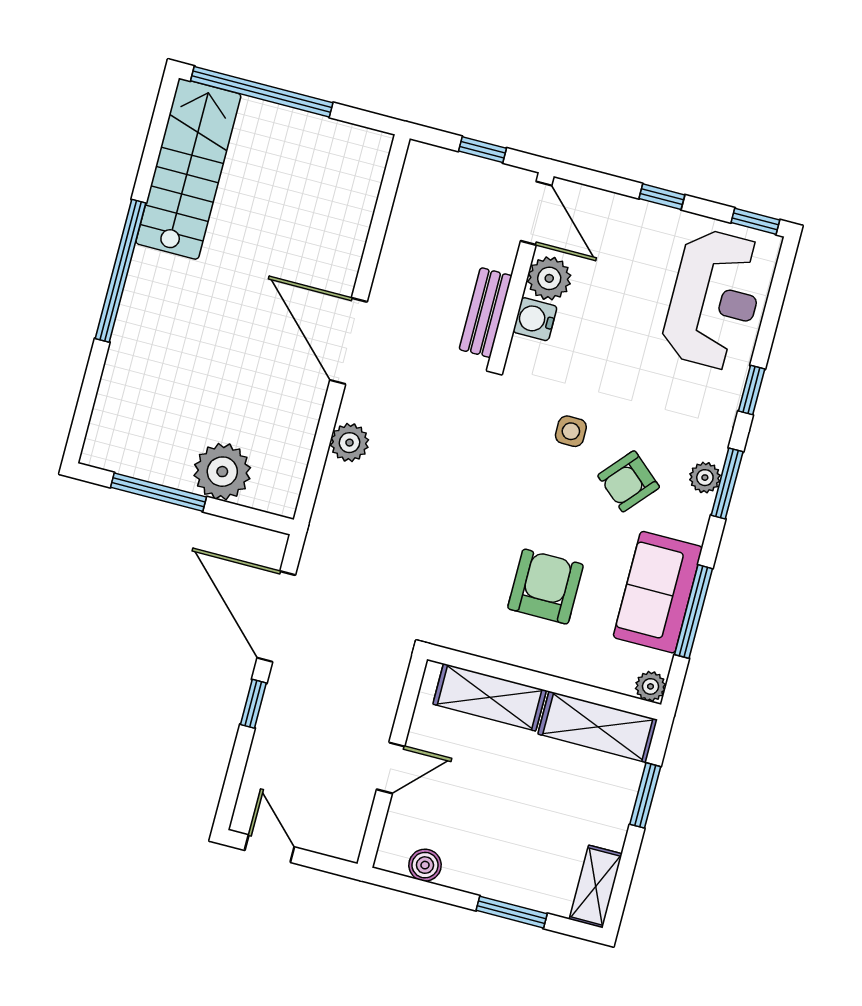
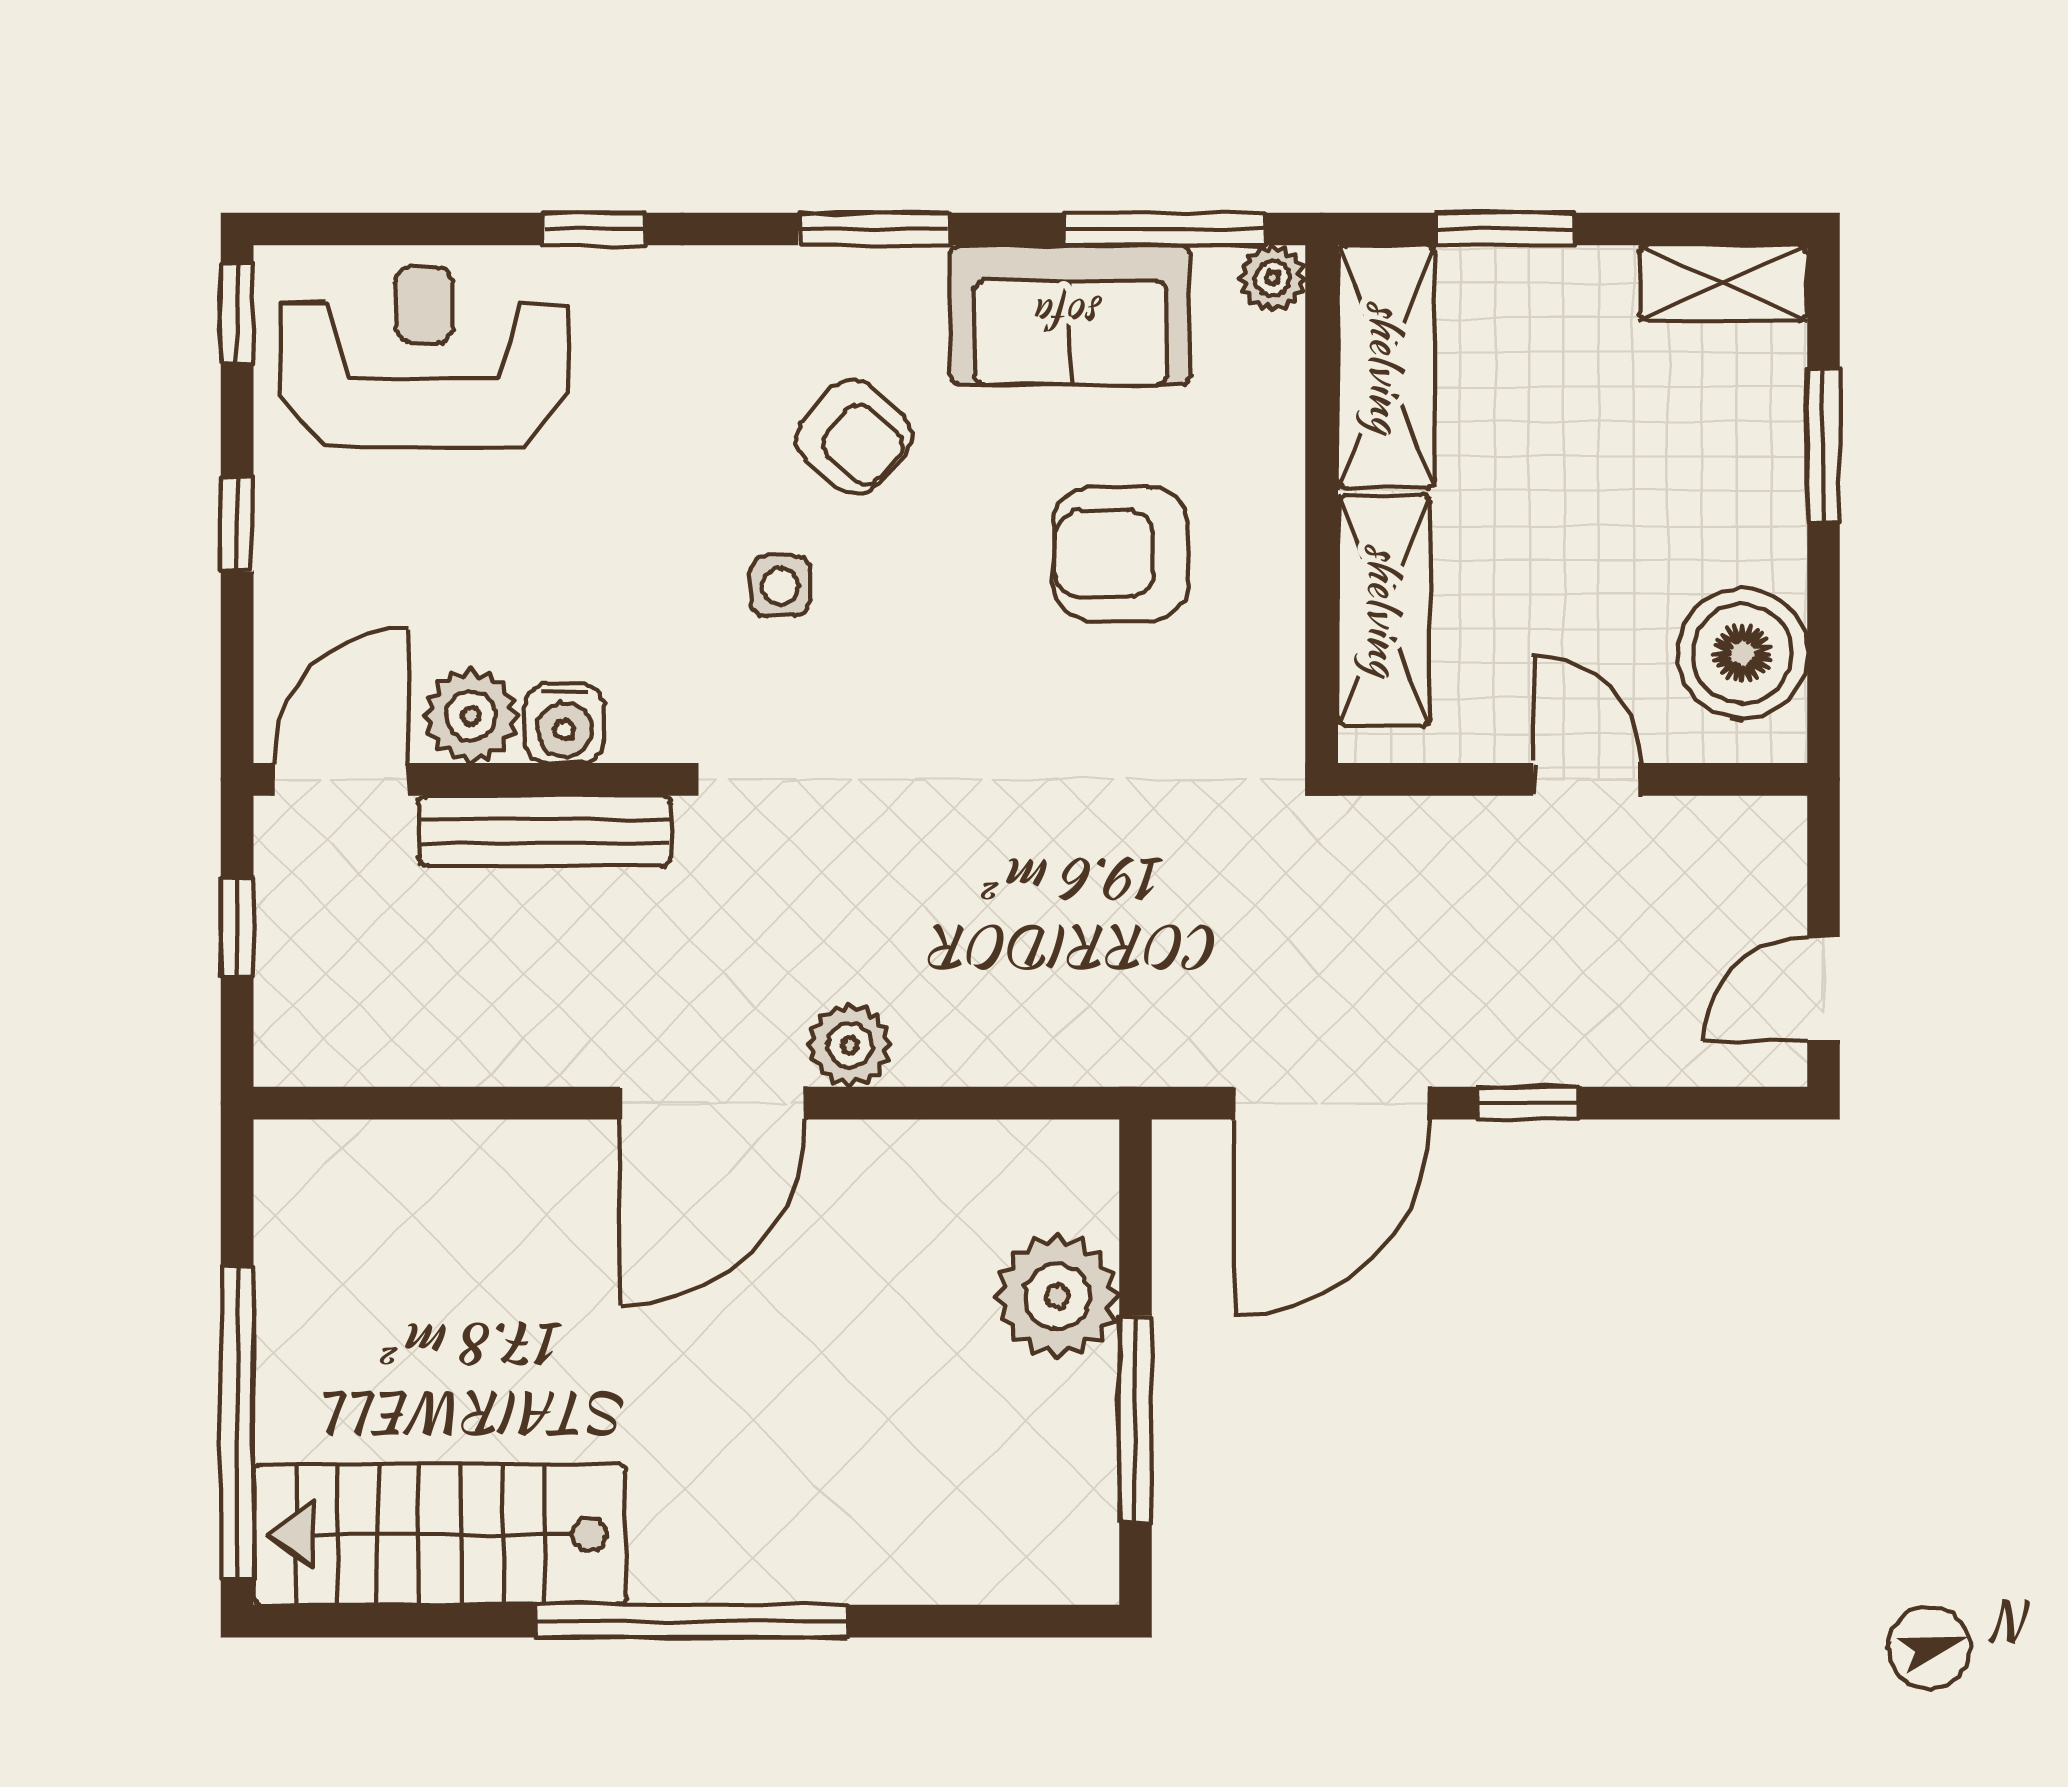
bench: (486, 313) -> (544, 831), width x1.36
plant: (350, 443) -> (850, 1045), moved
plant: (705, 478) -> (804, 279), removed
window: (727, 483) -> (873, 229), moved
window: (693, 612) -> (1165, 229), moved
boiler: (425, 865) -> (1742, 653), width x1.86, depth x1.86

